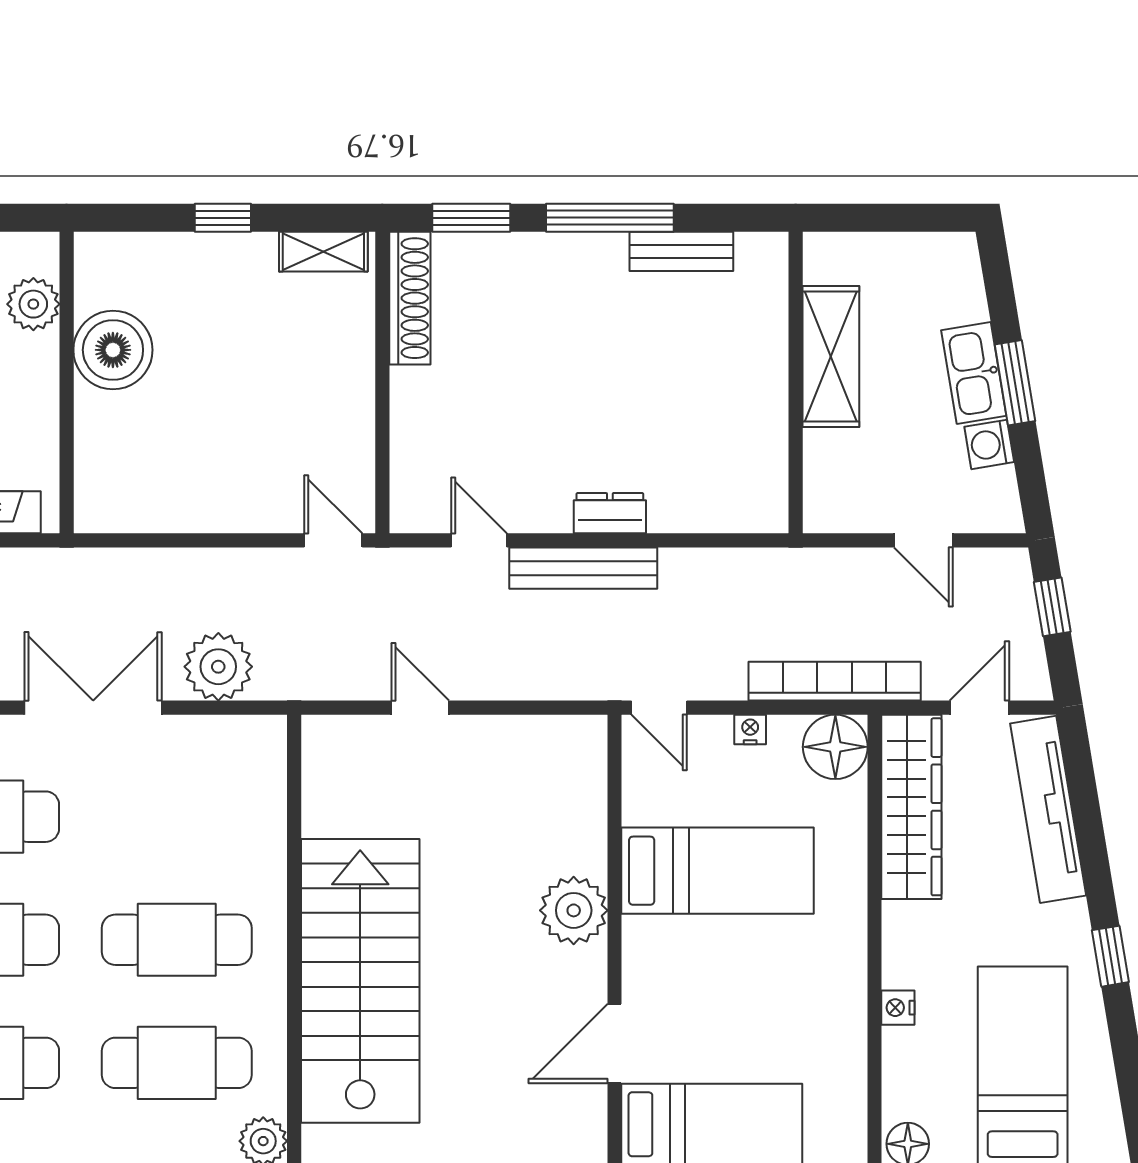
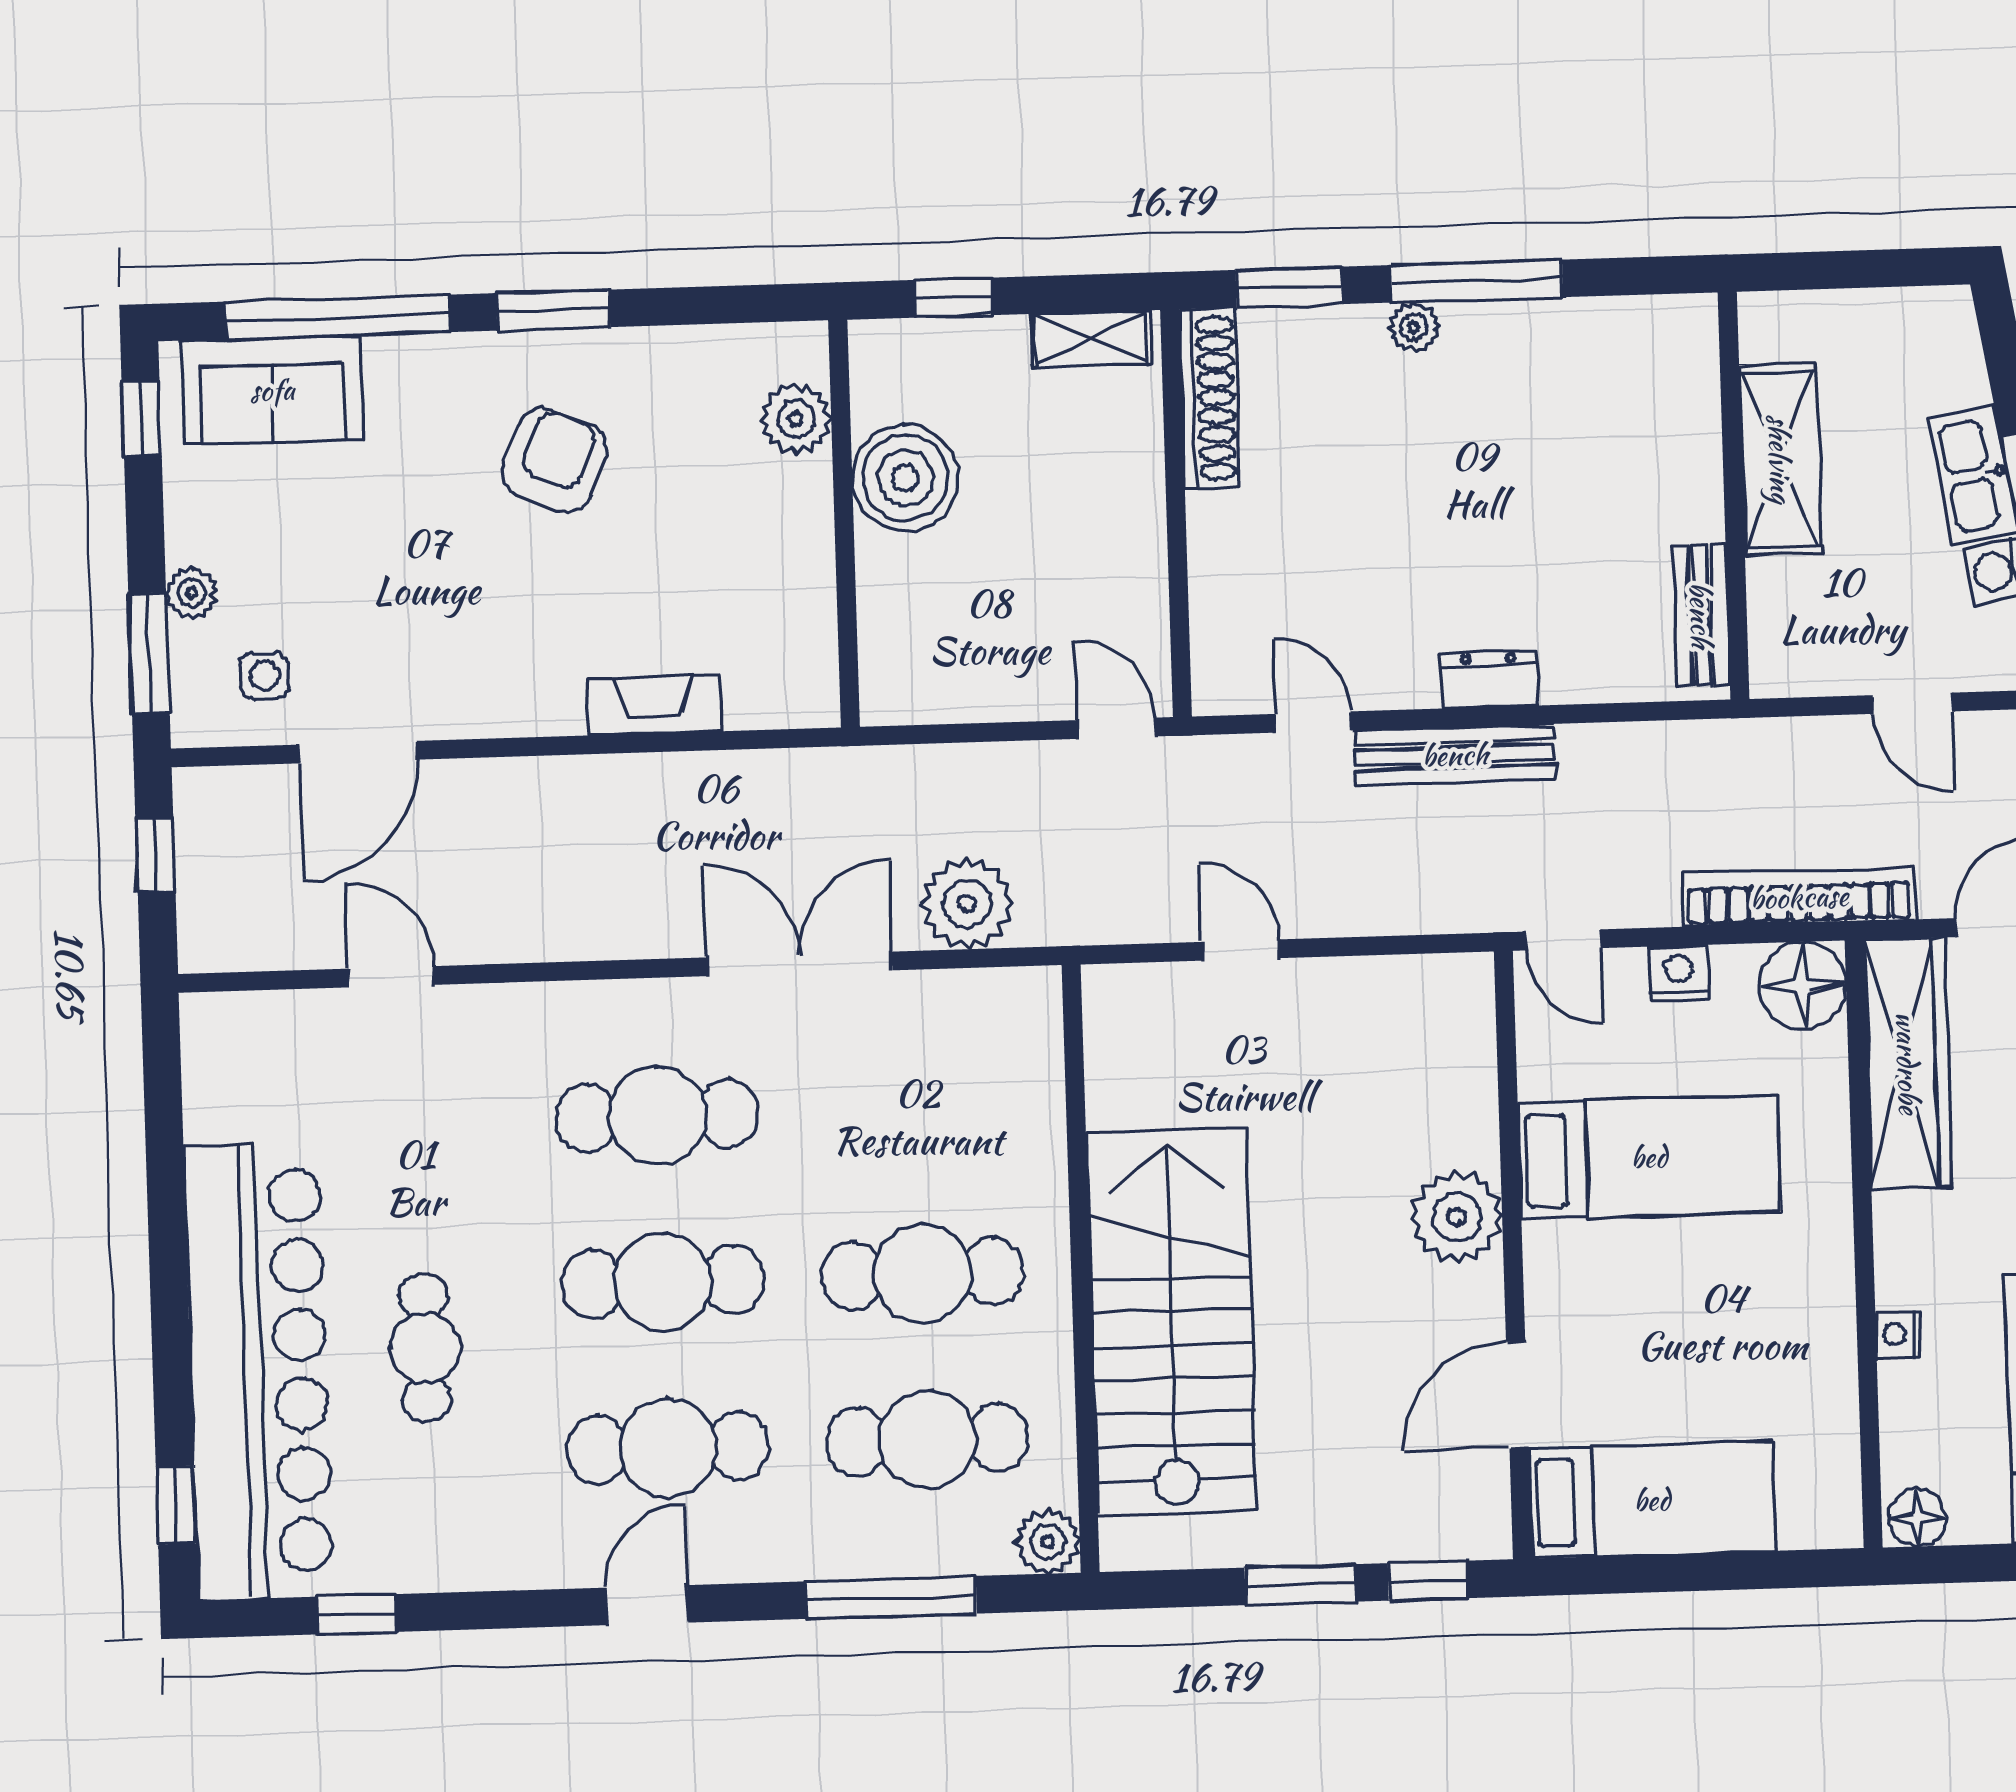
plant: (563, 250) -> (1414, 327), added
bench: (681, 251) -> (1701, 615), moved, turned 90
plant: (33, 304) -> (796, 419), moved
boiler: (113, 350) -> (905, 478), moved
wall: (67, 383) -> (844, 524), moved
nightstand: (750, 729) -> (1679, 973), width x1.39, depth x1.35

